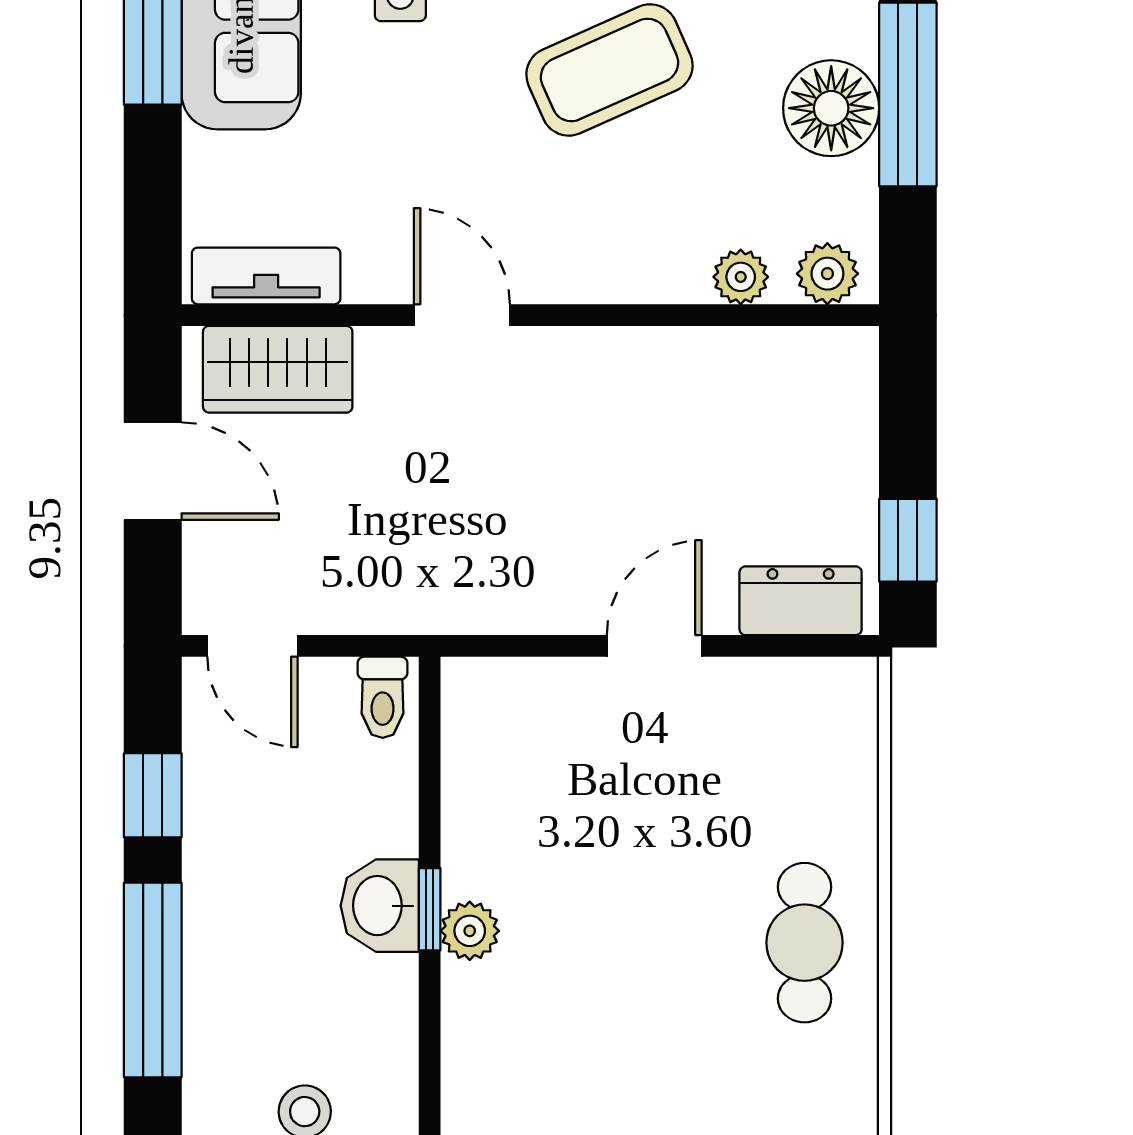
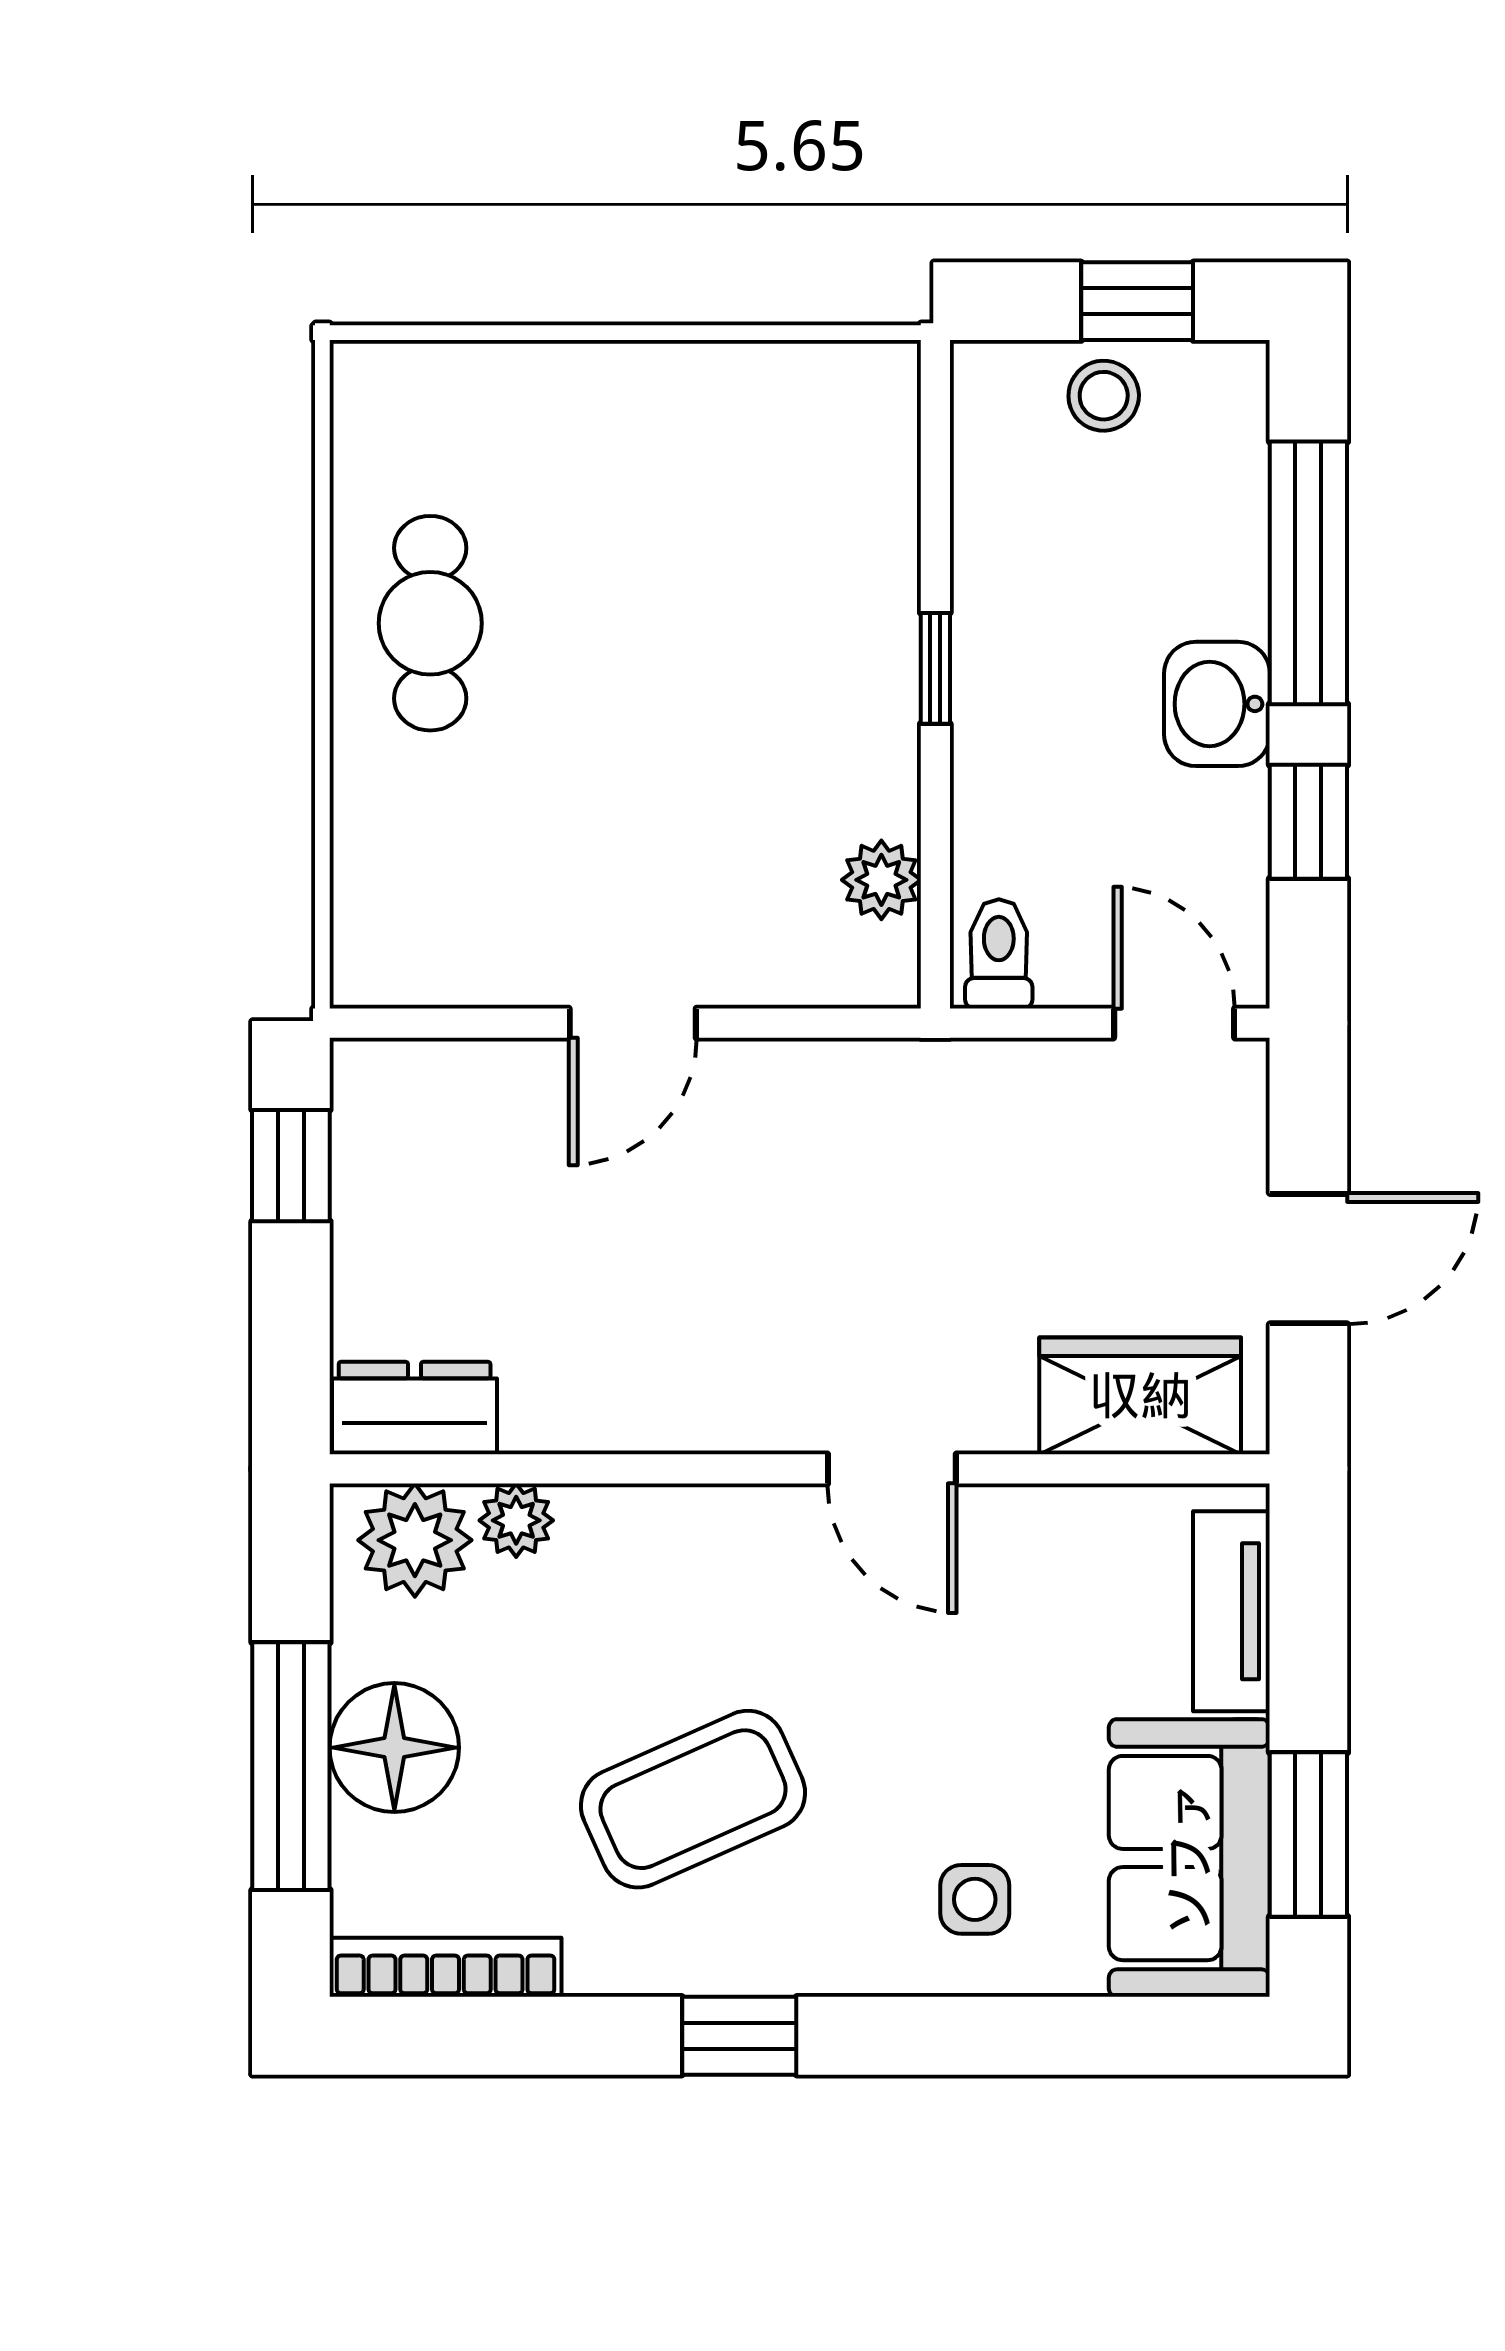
plant: (827, 274) -> (415, 1540), width x1.38, depth x1.38
tv unit: (266, 276) -> (1231, 1611), moved, turned 90
door: (153, 471) -> (1308, 1259), swing flipped
dresser: (801, 601) -> (415, 1408), moved, turned 180
washbasin: (380, 906) -> (1217, 704), moved, turned 180
plant: (470, 931) -> (881, 880), moved

